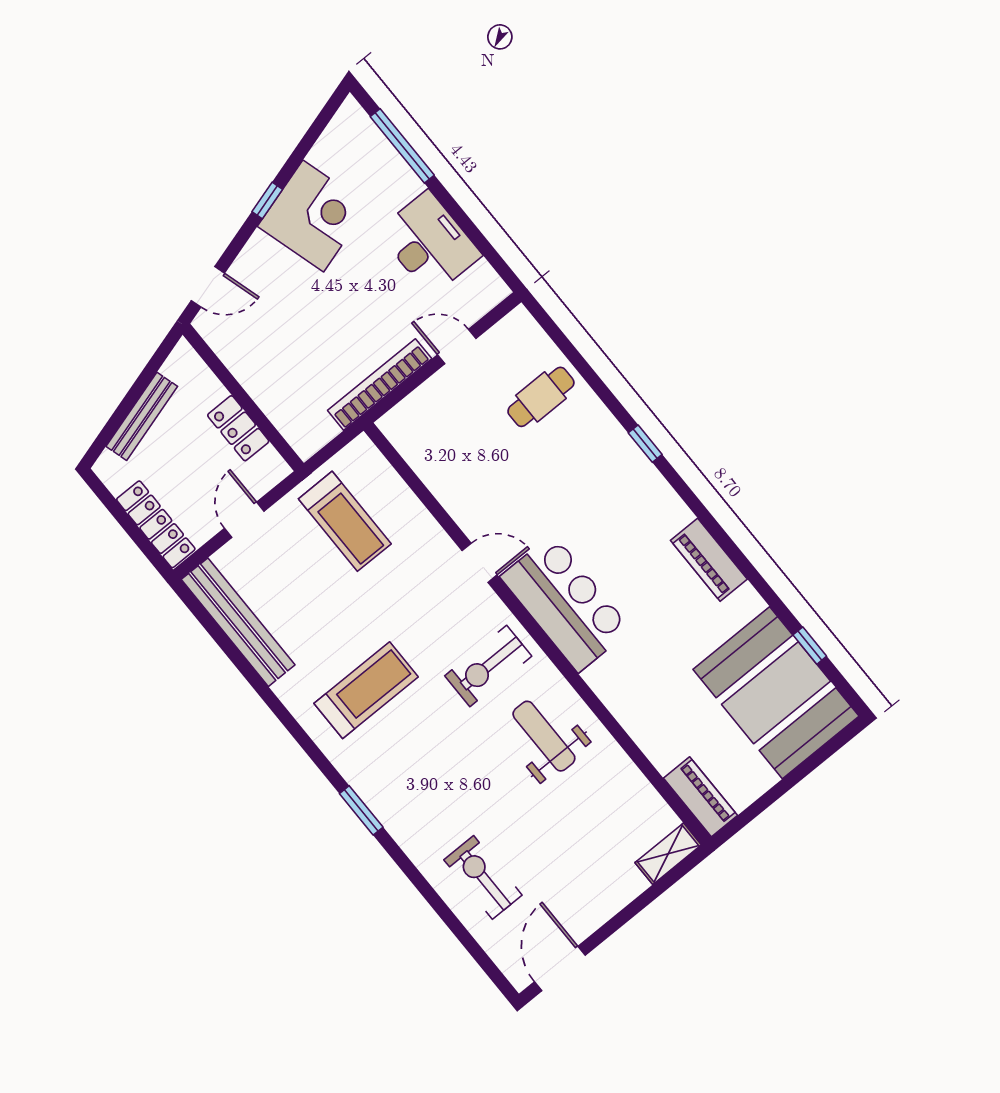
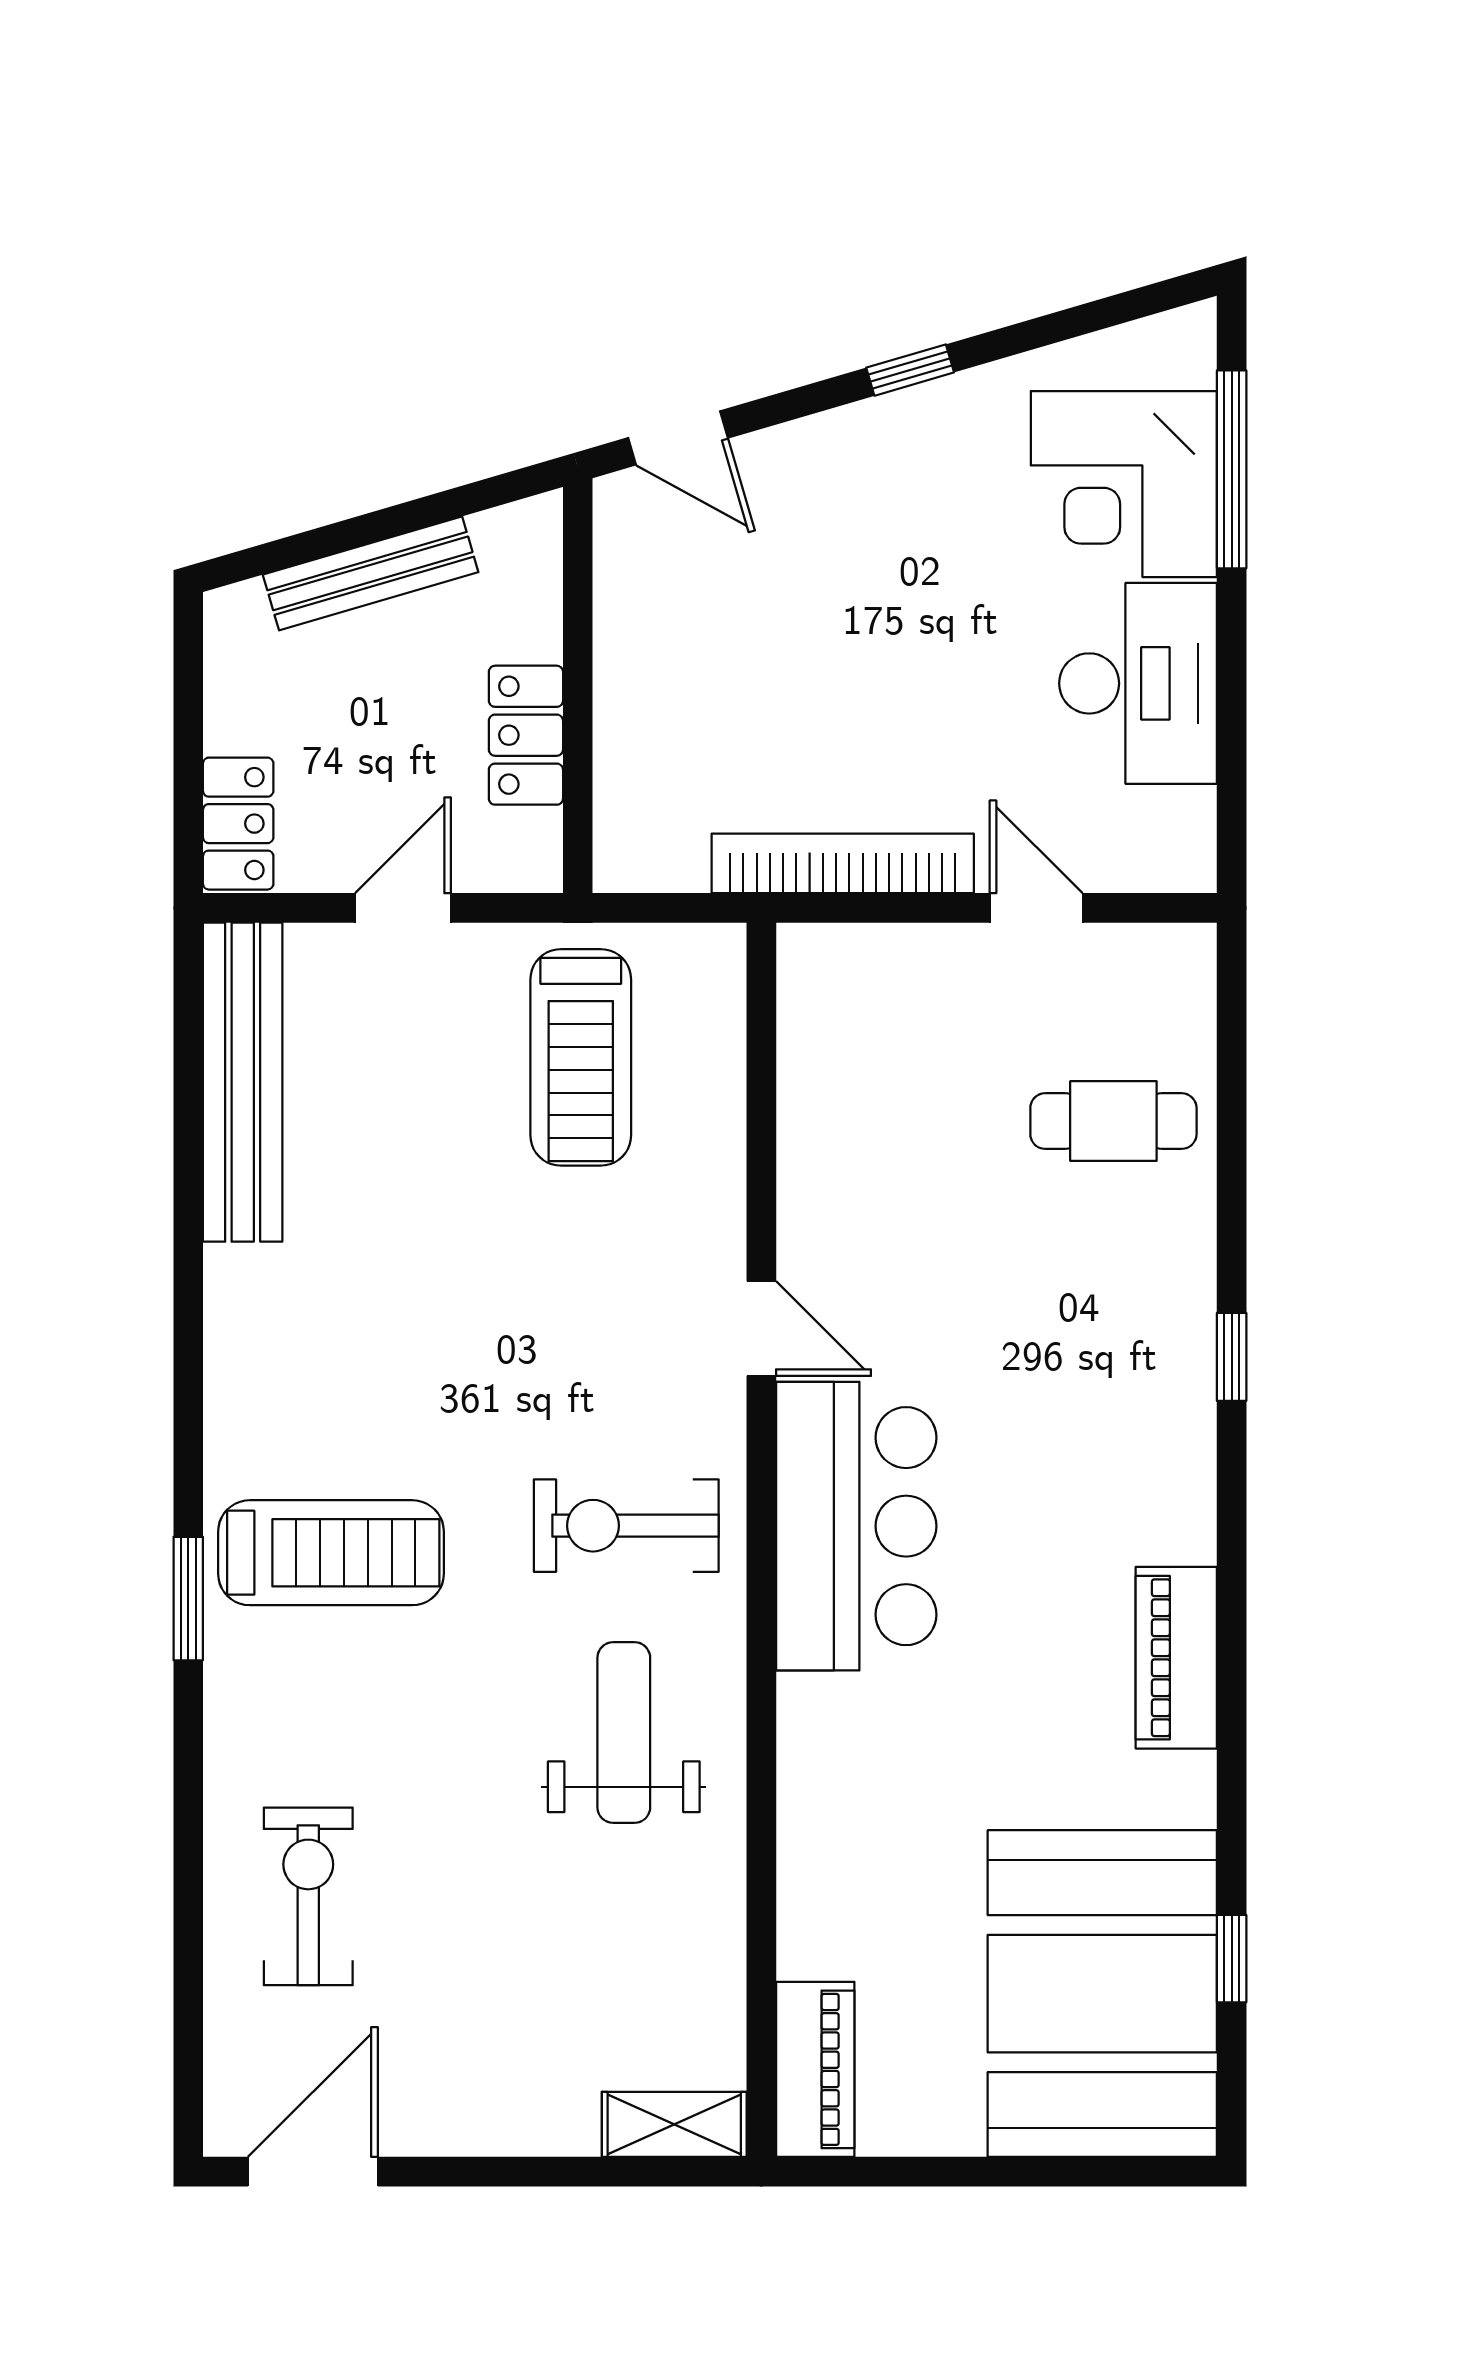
corner desk: (313, 216) -> (1124, 484), moved, turned 106
locker: (156, 524) -> (238, 824), width x0.66
treadmill: (366, 690) -> (331, 1553), moved

